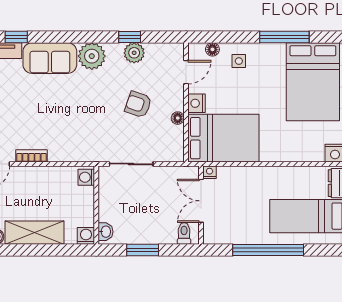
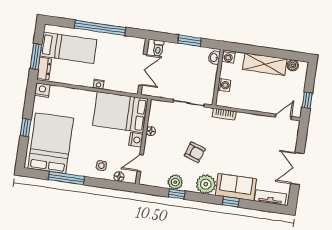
window: (16, 37) -> (231, 202), moved
armchair: (138, 104) -> (195, 152), moved
bookcase: (31, 156) -> (224, 114), moved
nightstand: (210, 172) -> (99, 84), moved
washing machine: (86, 177) -> (224, 85), moved

